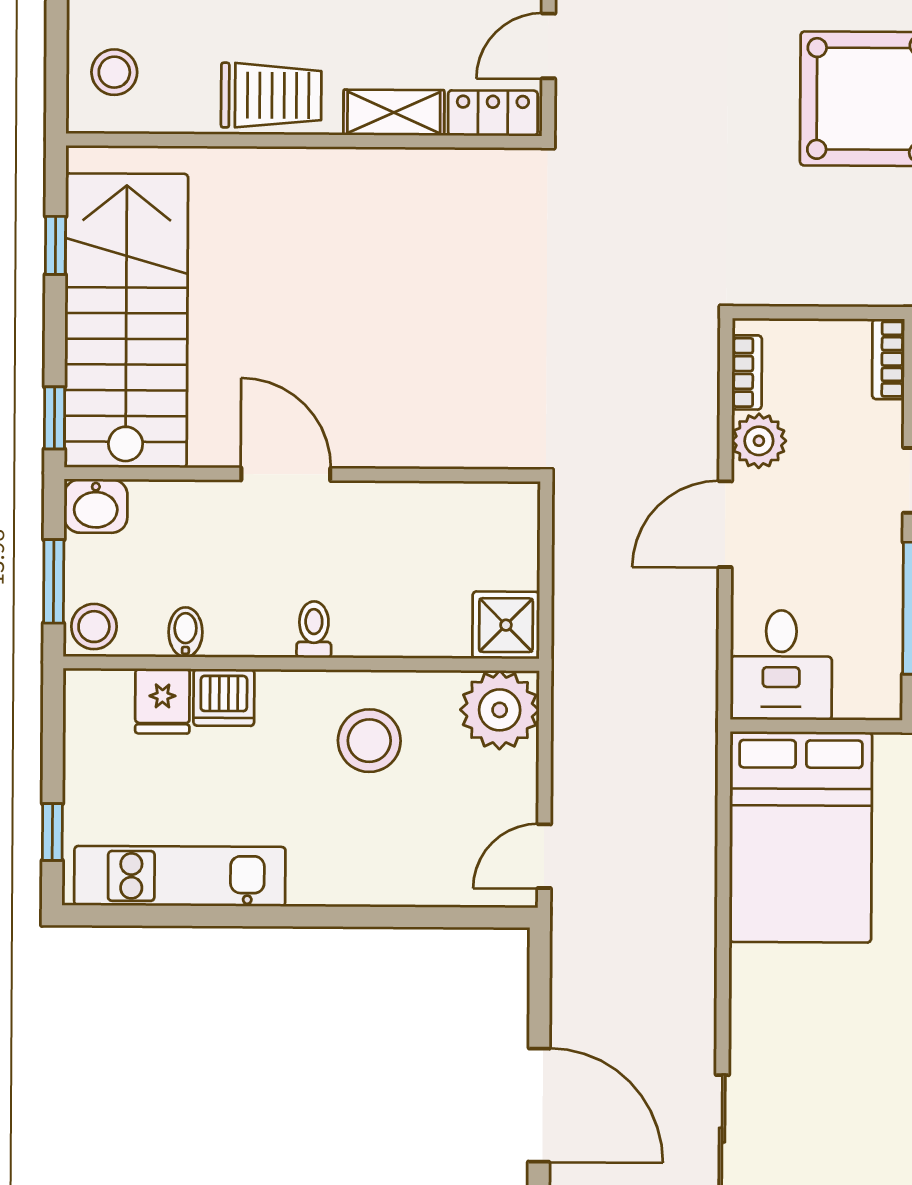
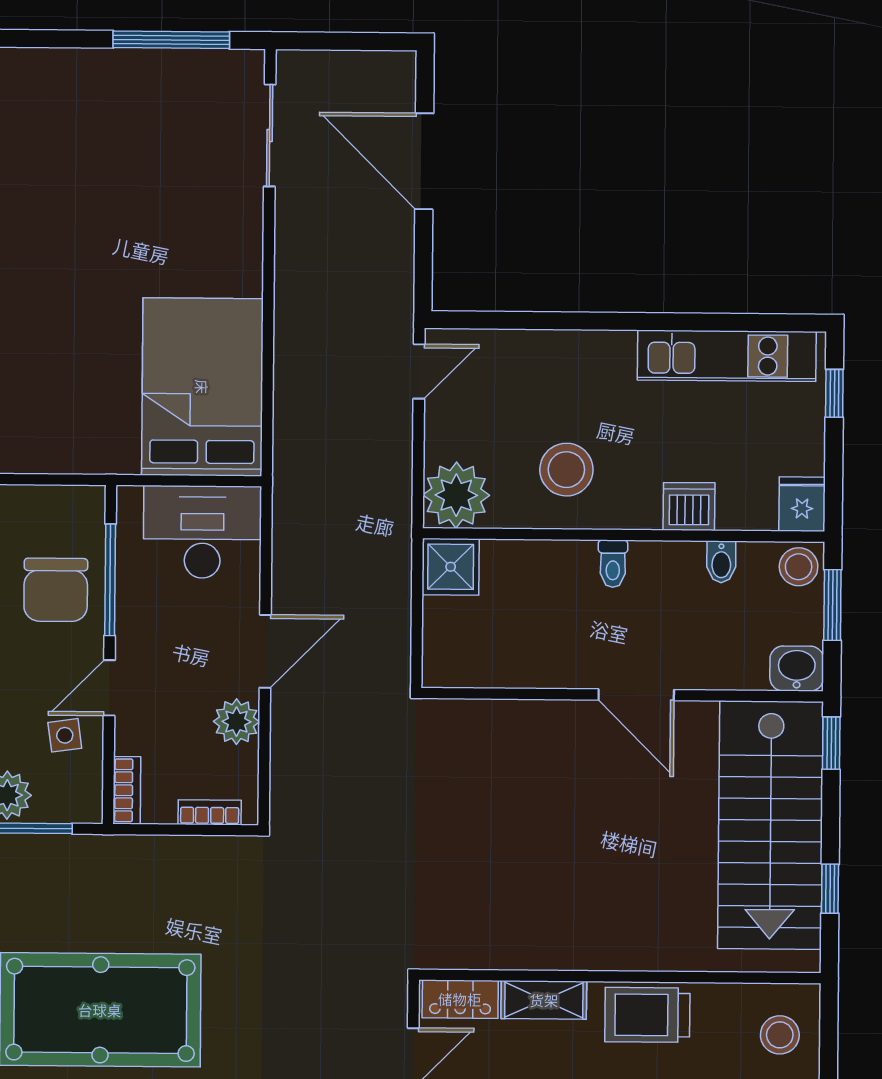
bookcase: (747, 372) -> (210, 812), moved, turned 90
desk: (781, 665) -> (202, 532), width x1.37
fridge: (162, 701) -> (802, 504), moved

